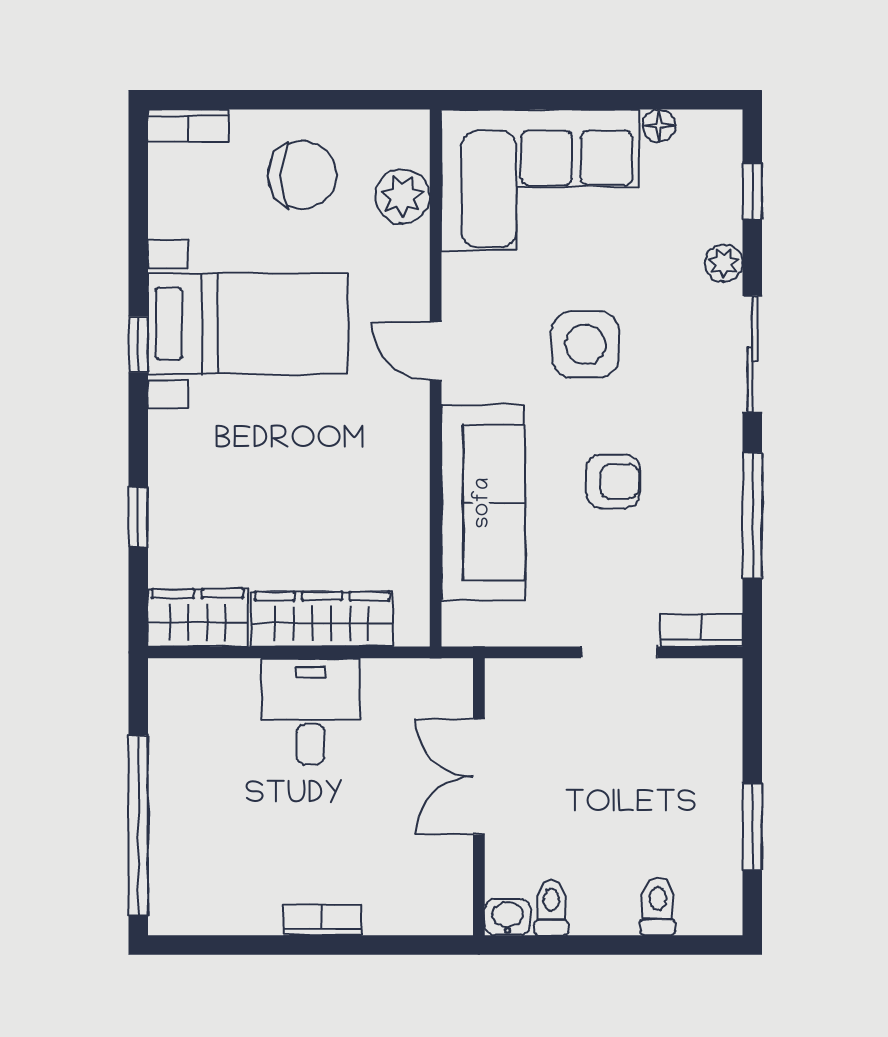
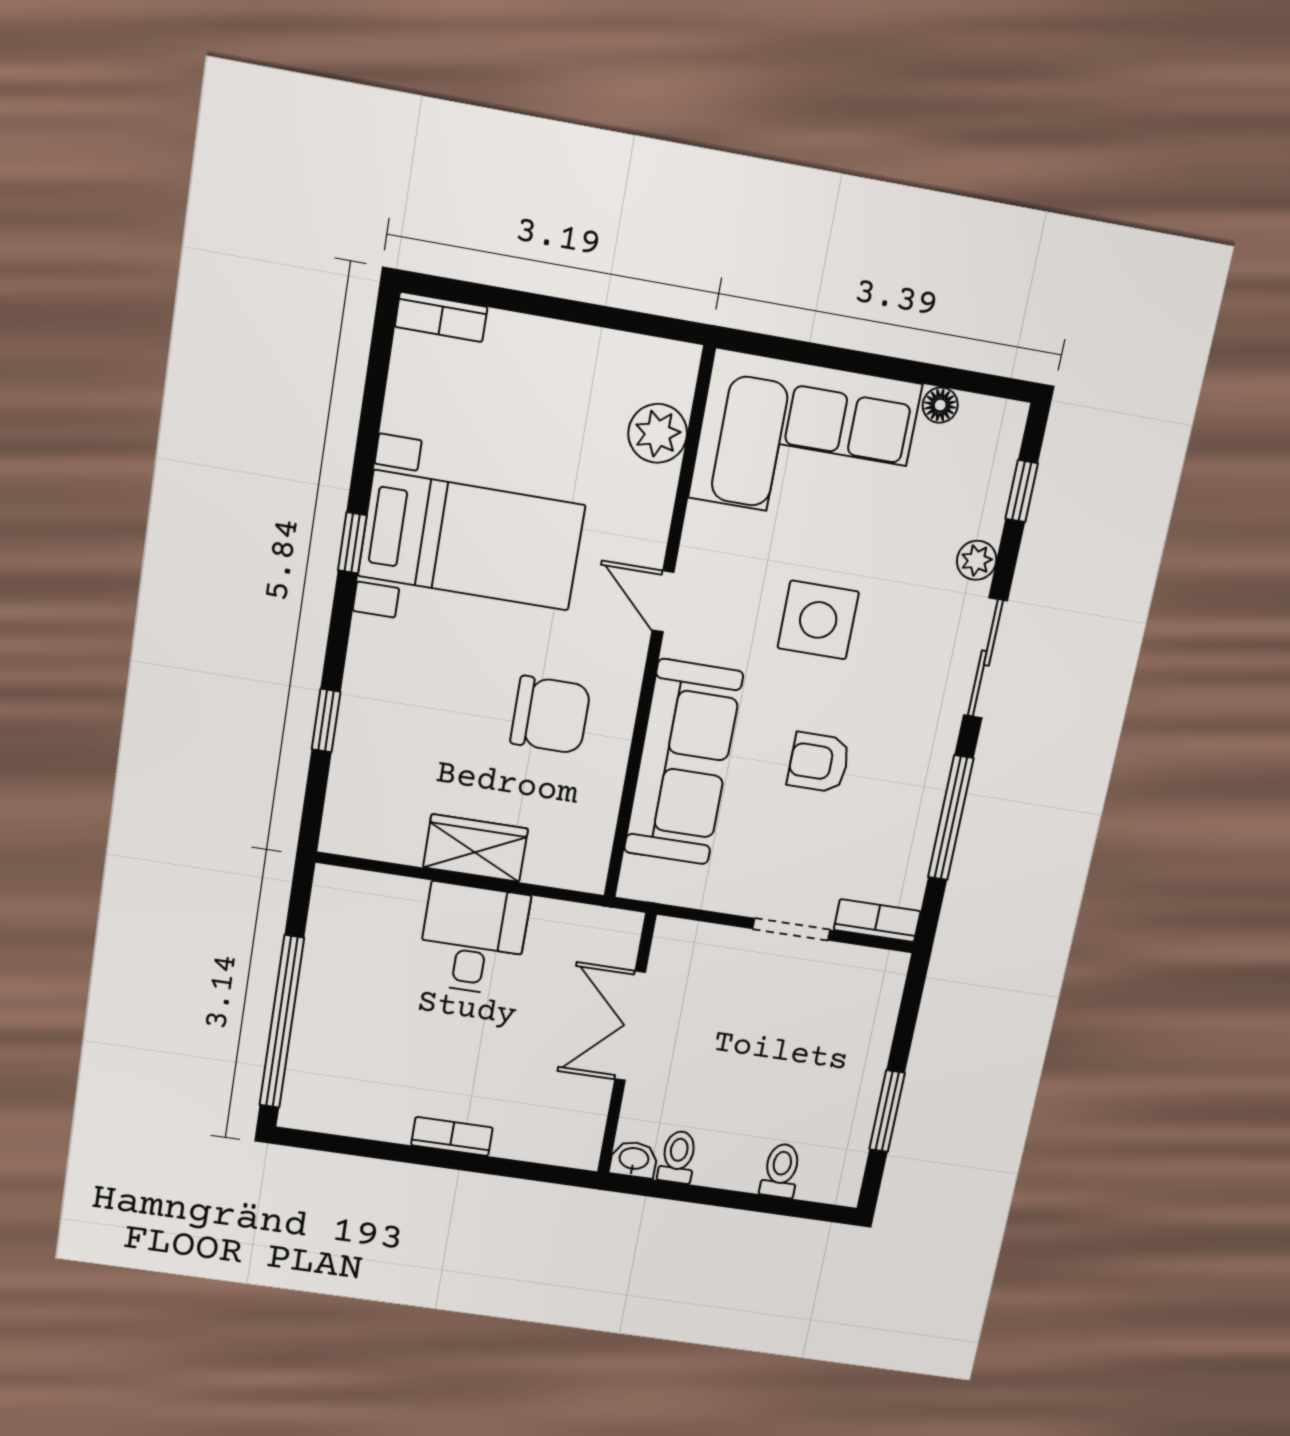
chair: (302, 175) -> (550, 715), moved
armchair: (613, 481) -> (819, 762), turned 180
wardrobe: (198, 618) -> (372, 831), removed
wardrobe: (322, 619) -> (475, 848), width x0.67

